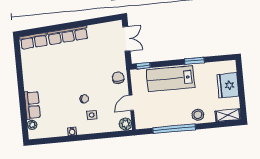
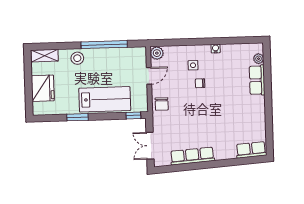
row of seats: (68, 35) -> (192, 156), moved

